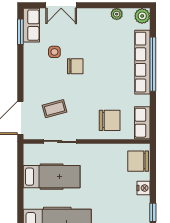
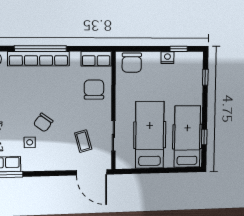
chair: (75, 66) -> (43, 123), turned -144
hospital bed: (52, 177) -> (150, 135), width x1.37, depth x1.29
nightstand: (144, 188) -> (167, 58), moved

